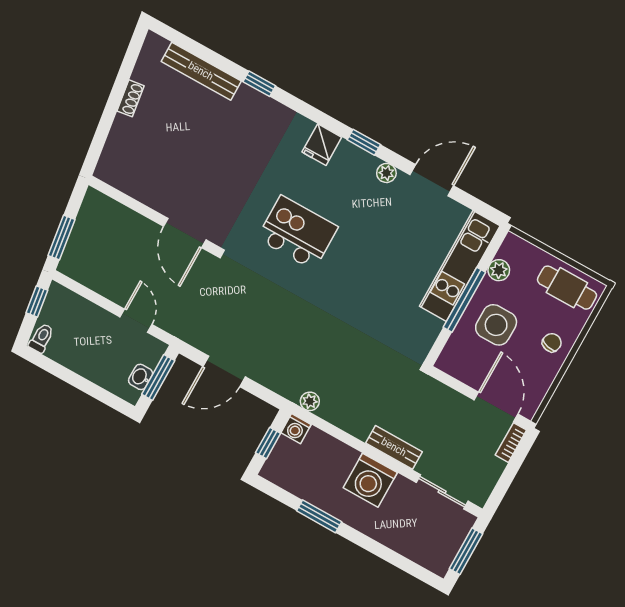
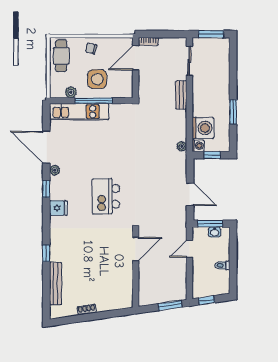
door: (432, 180) -> (46, 147), width x1.36
toilet: (41, 338) -> (222, 265), moved
washing machine: (370, 480) -> (203, 128), moved

